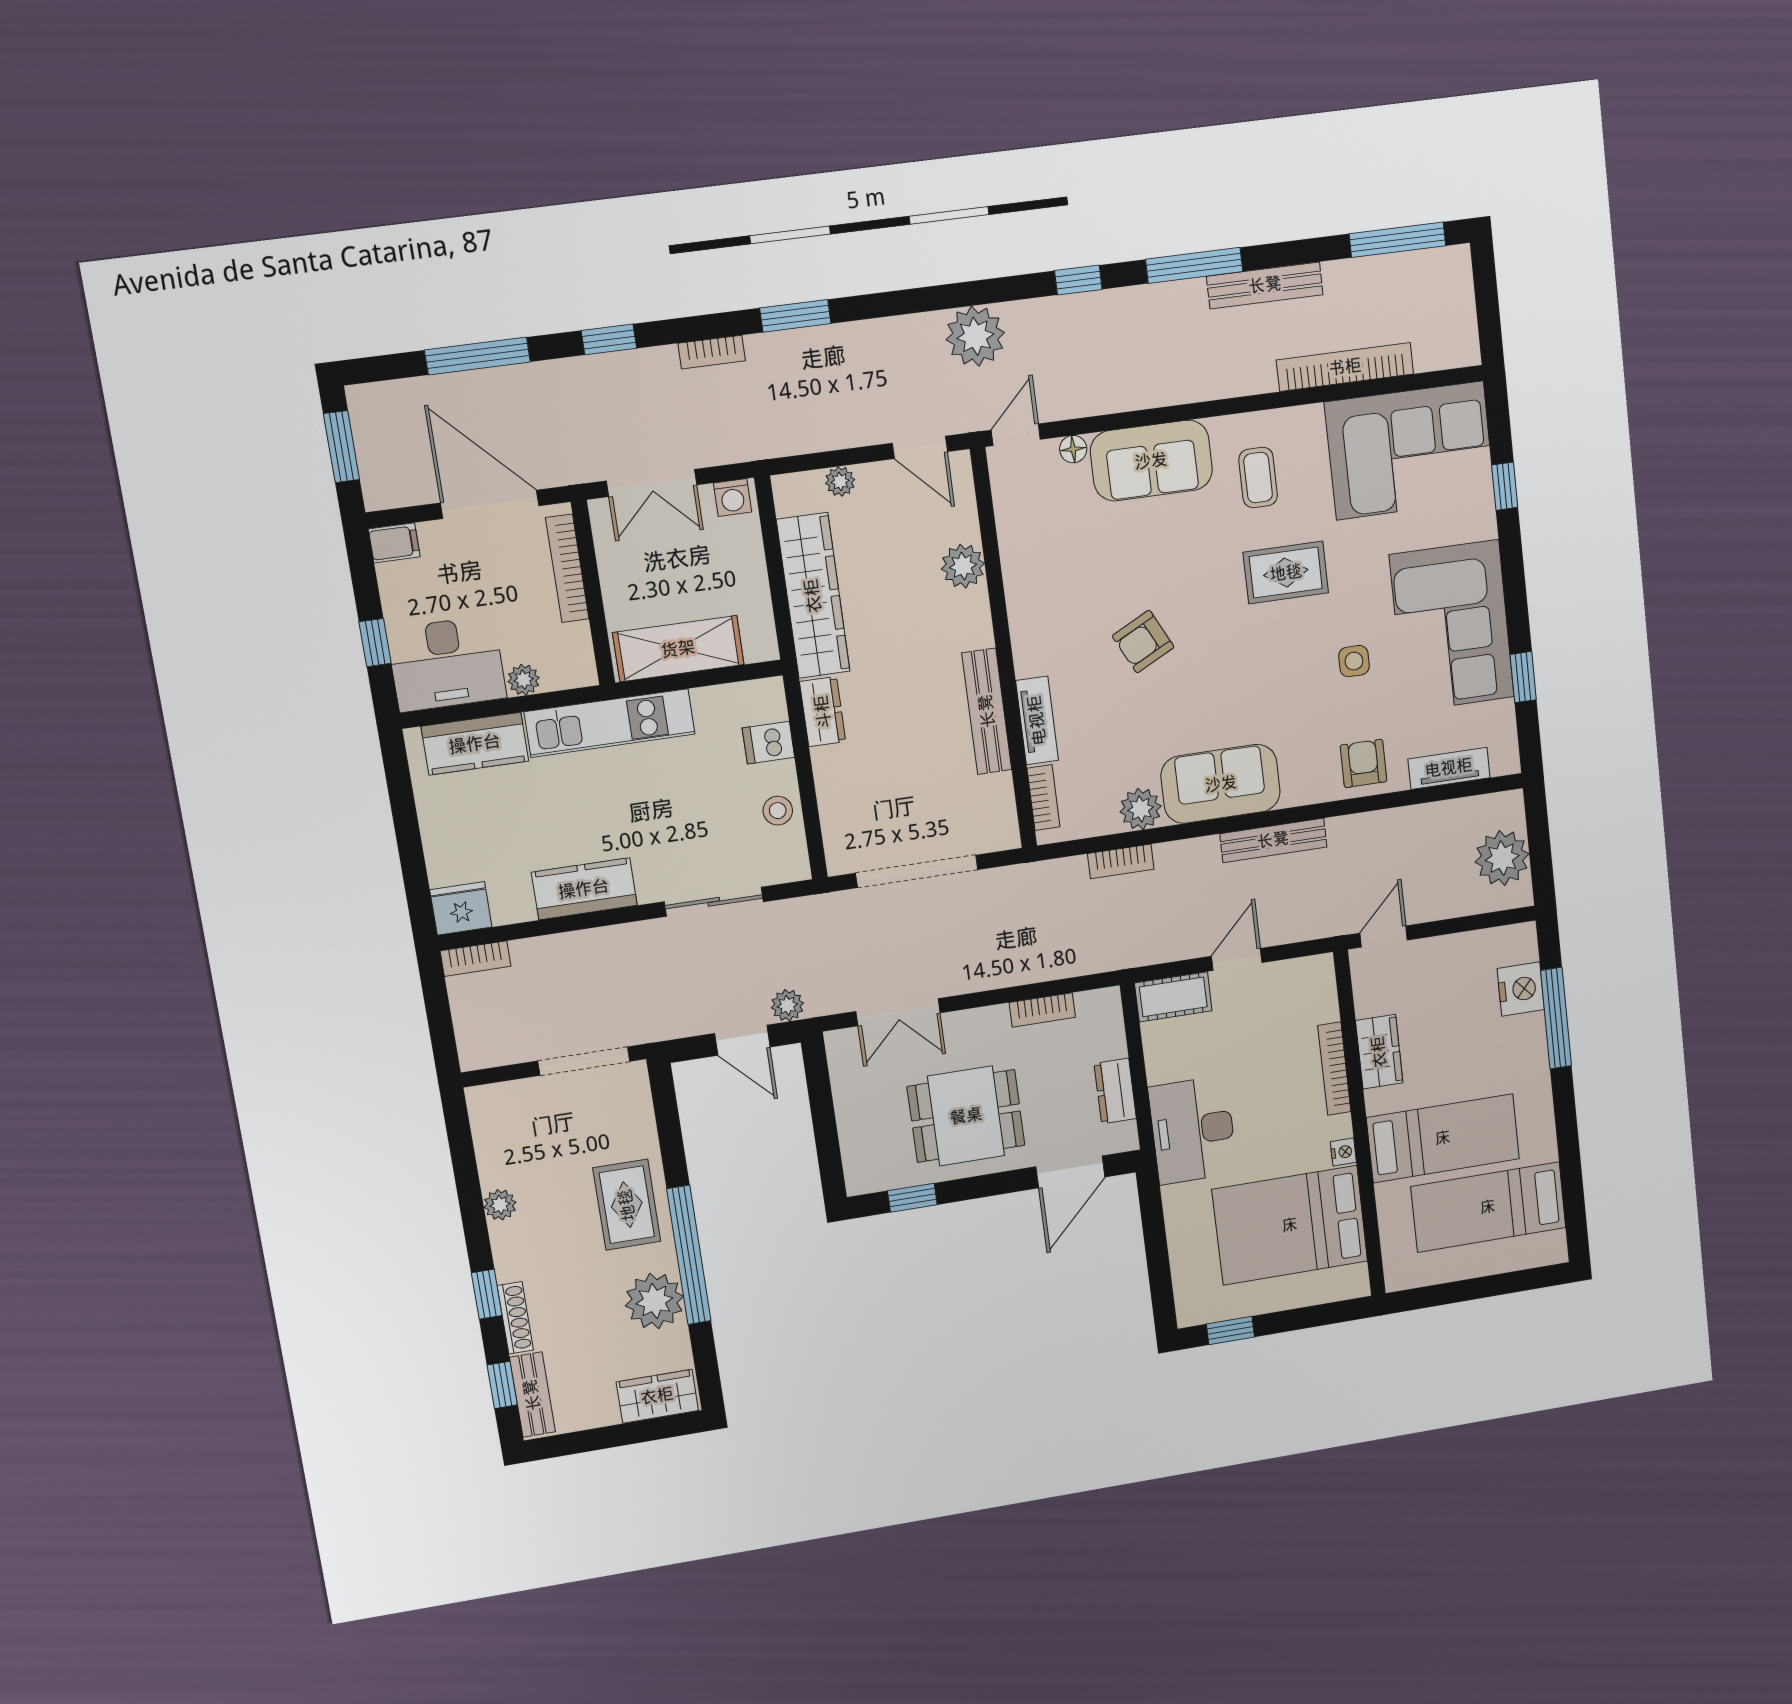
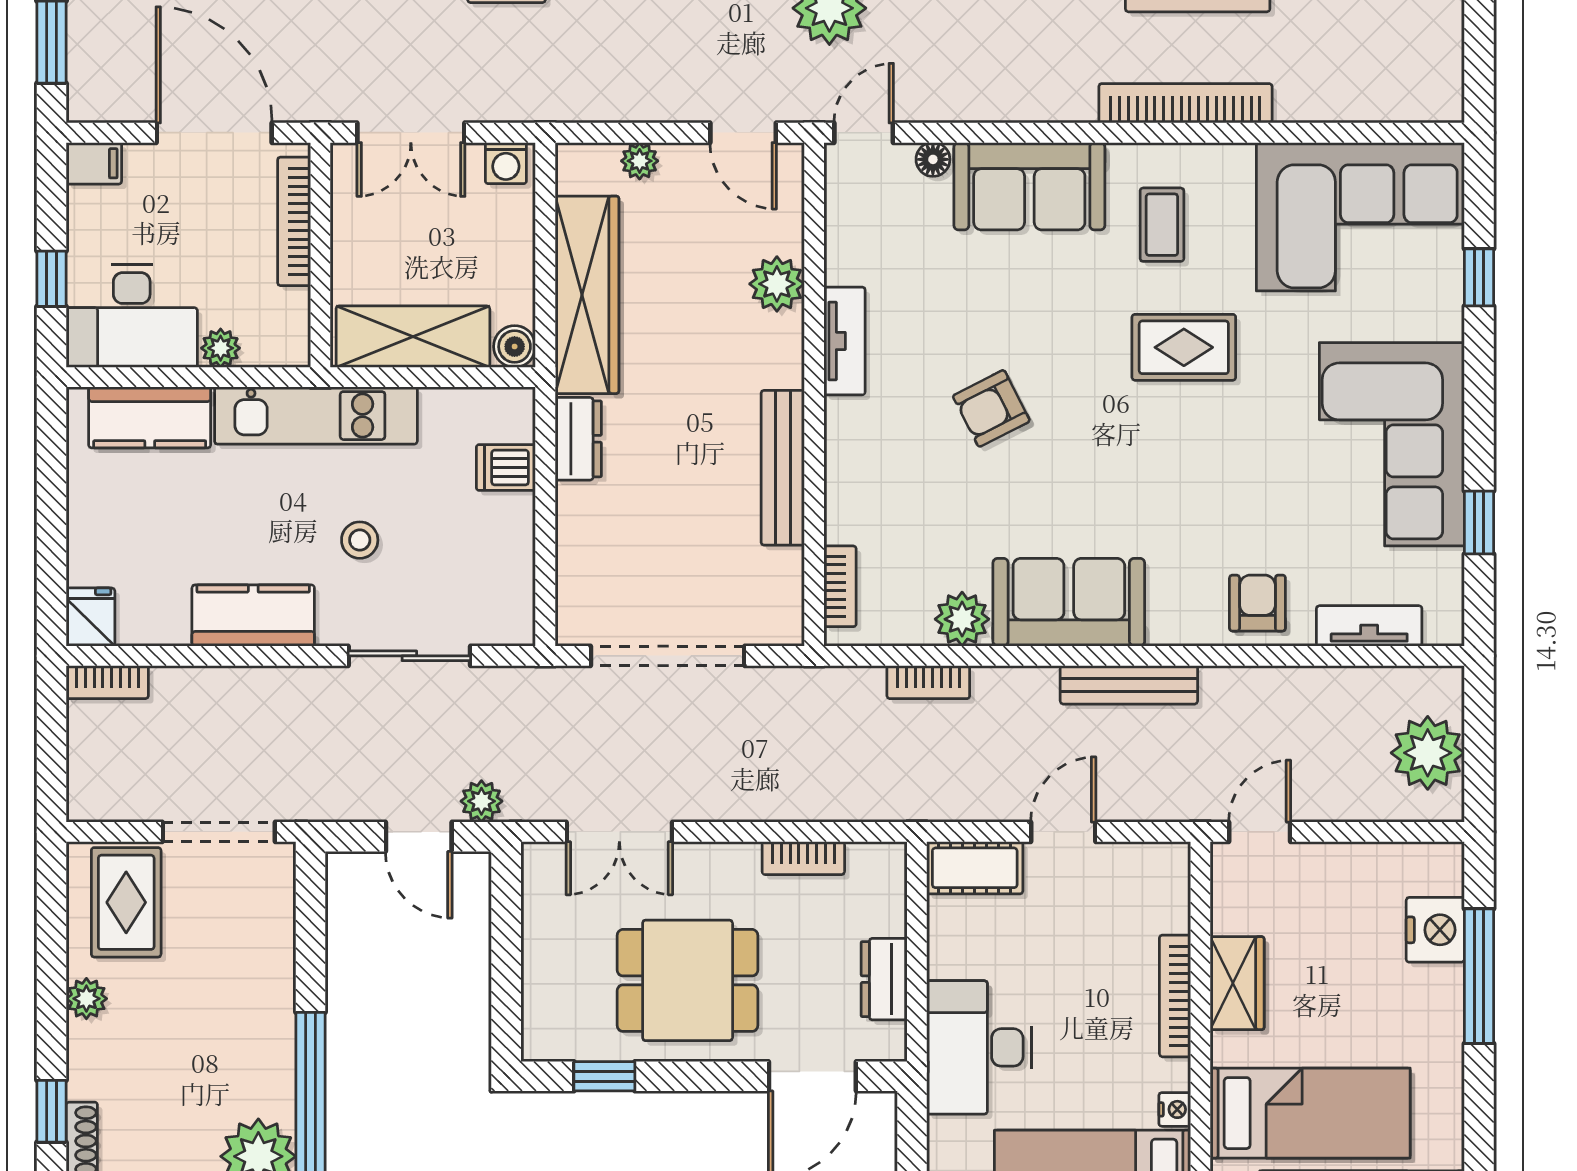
bookcase: (1345, 367) -> (1185, 103), moved
boiler: (761, 645) -> (515, 347), added
side table: (1354, 661) -> (1259, 471), removed
tv unit: (1037, 720) -> (845, 341), moved
stool: (778, 811) -> (360, 540), moved
fridge: (461, 908) -> (90, 617), width x0.72
rug: (627, 1205) -> (126, 902), moved

